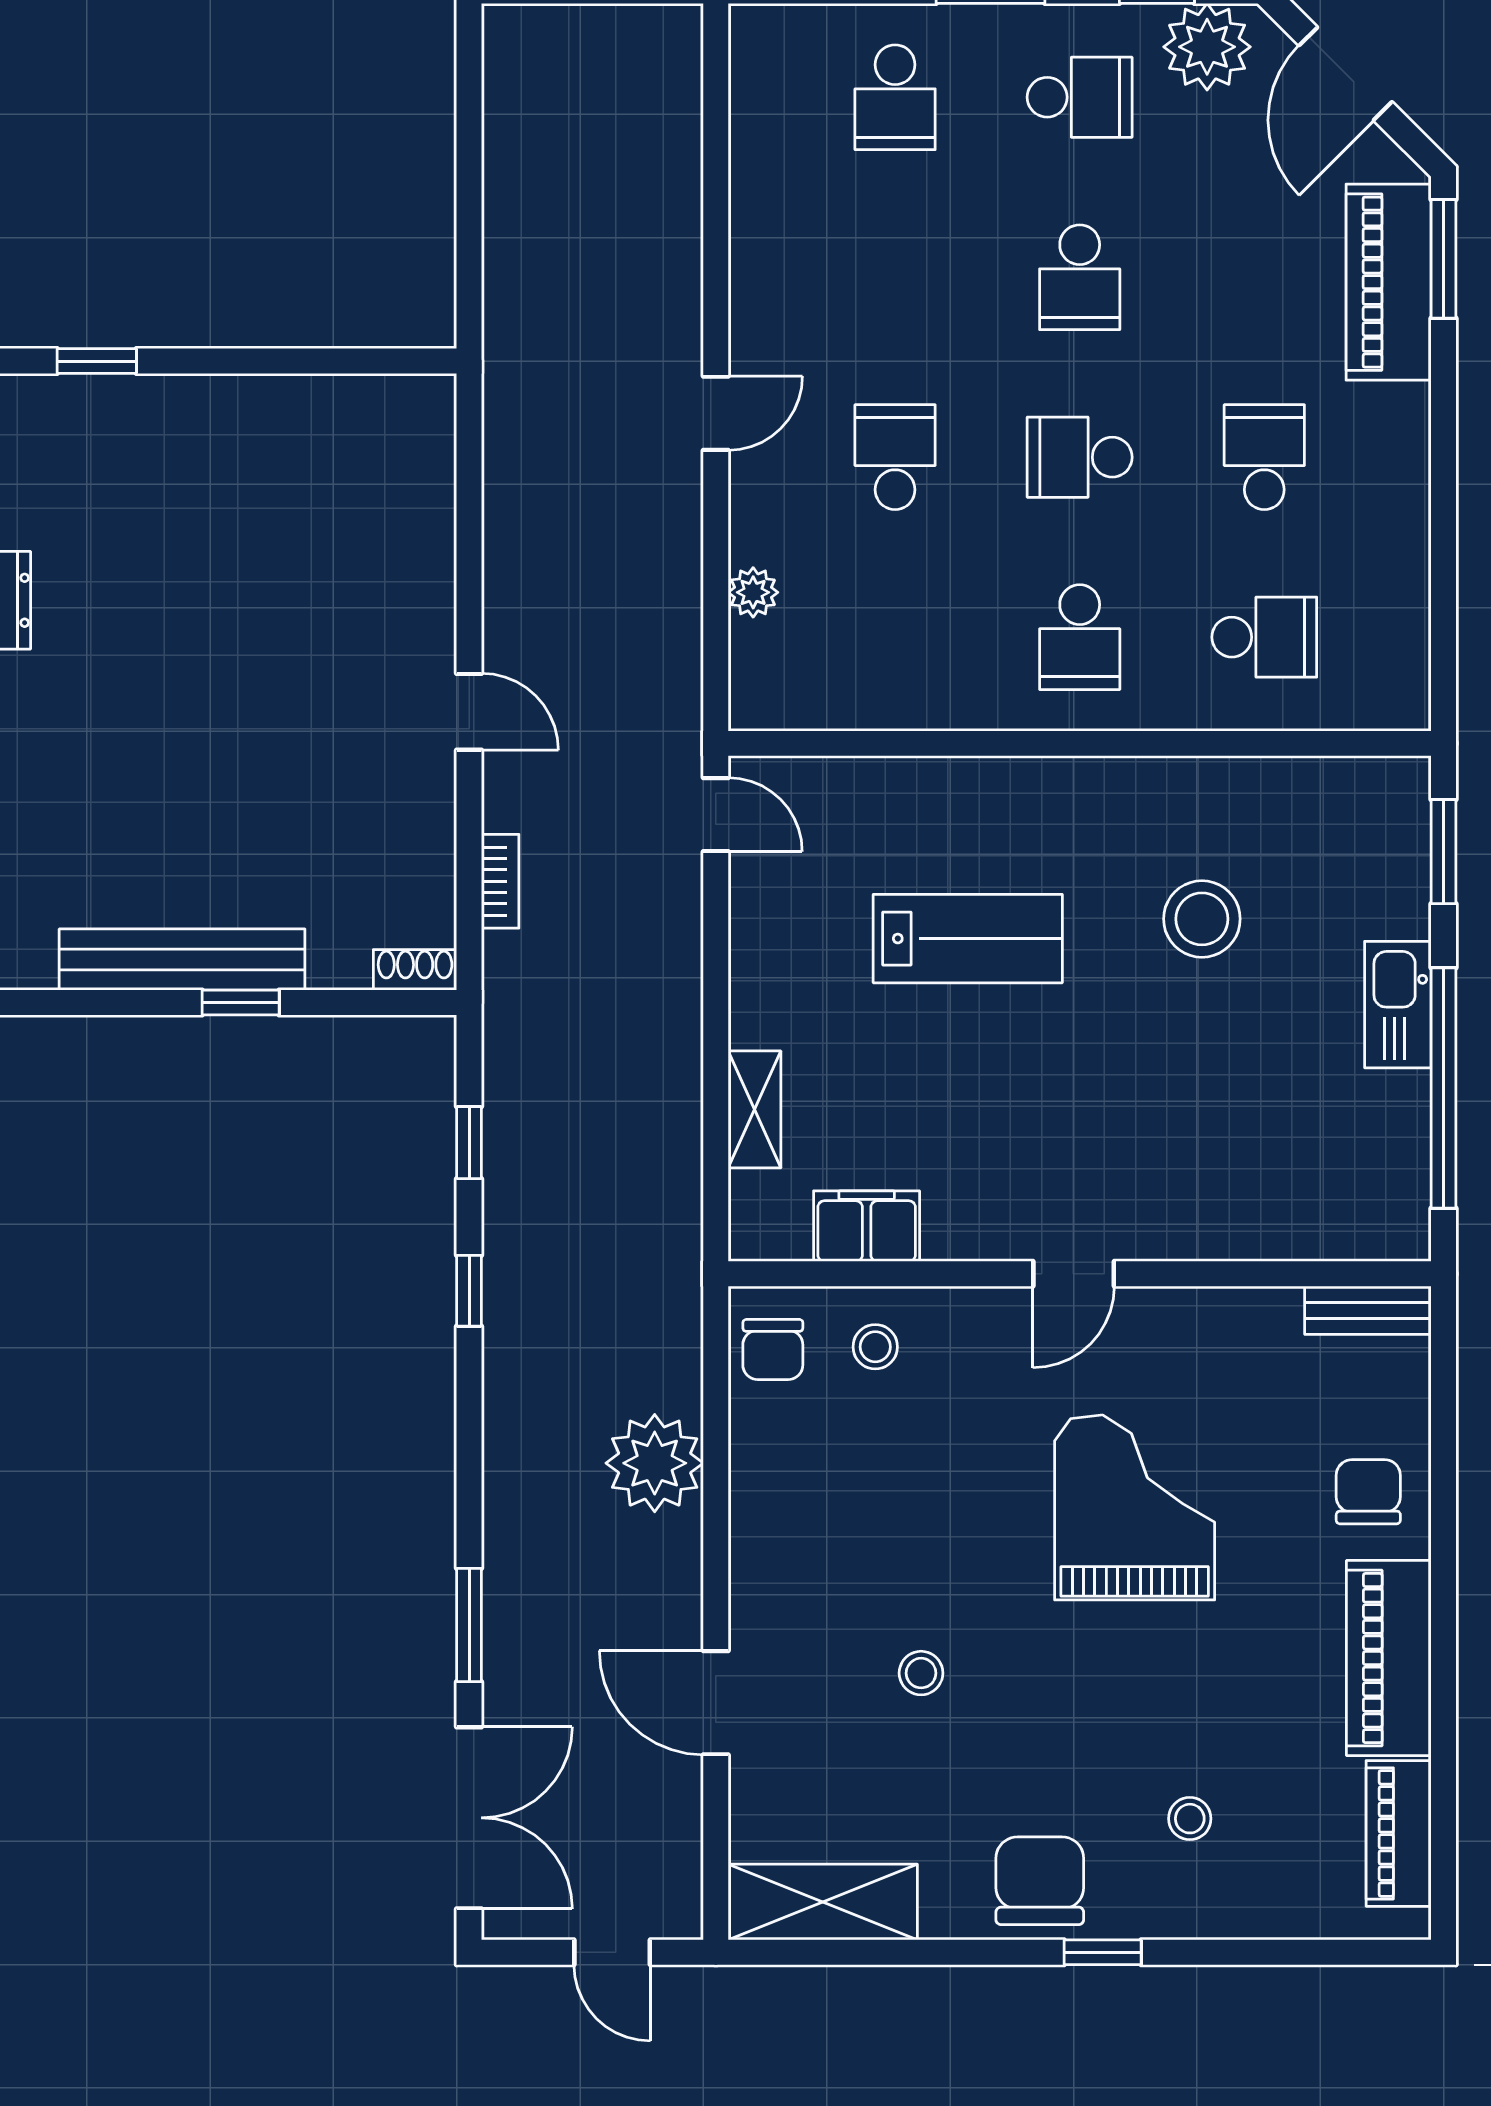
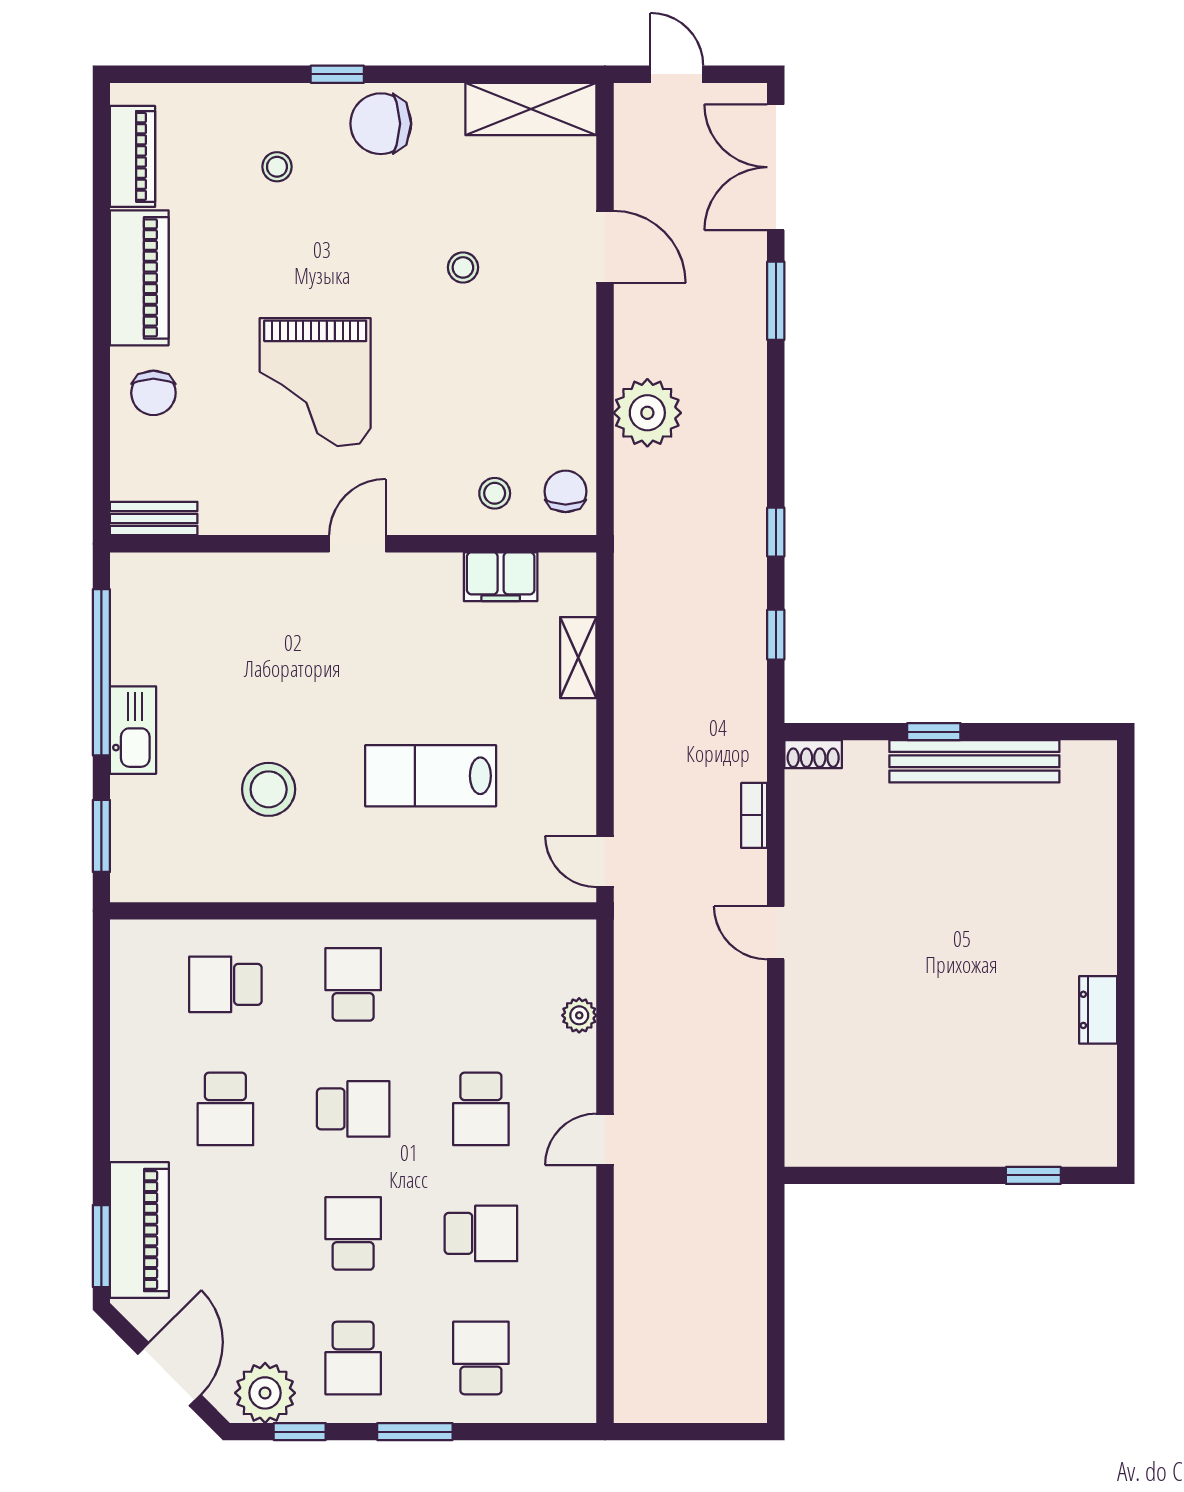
school desk: (1080, 97) -> (353, 1358), turned -90
school desk: (895, 277) -> (481, 1233), added
chair: (1040, 1881) -> (381, 124), turned 90

